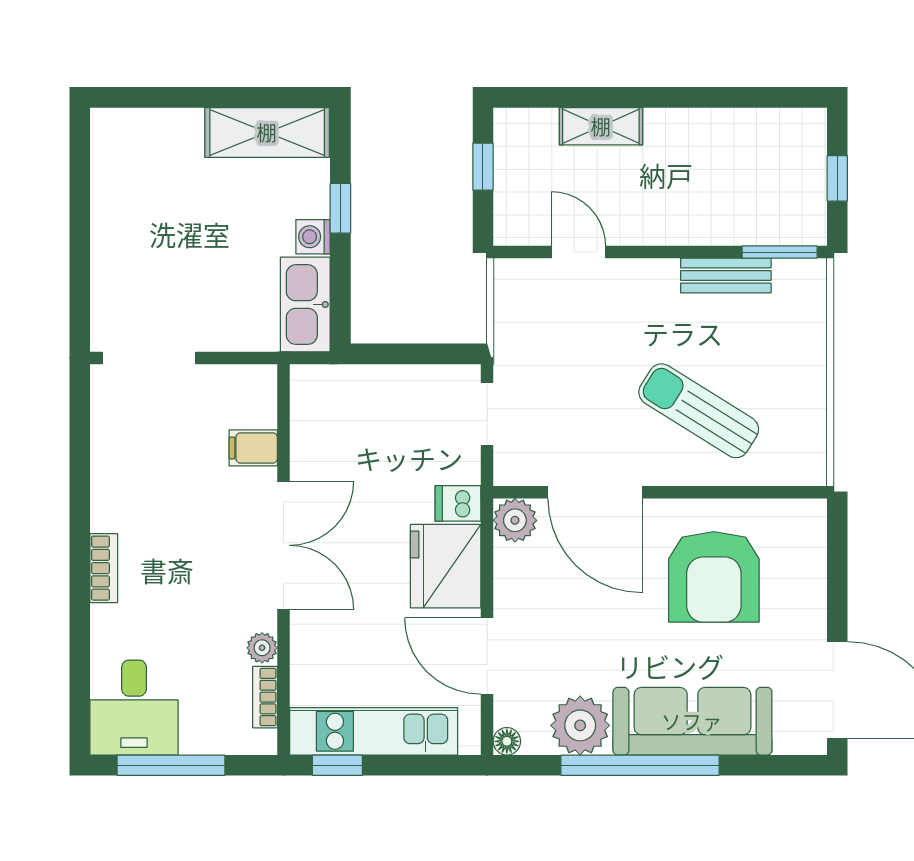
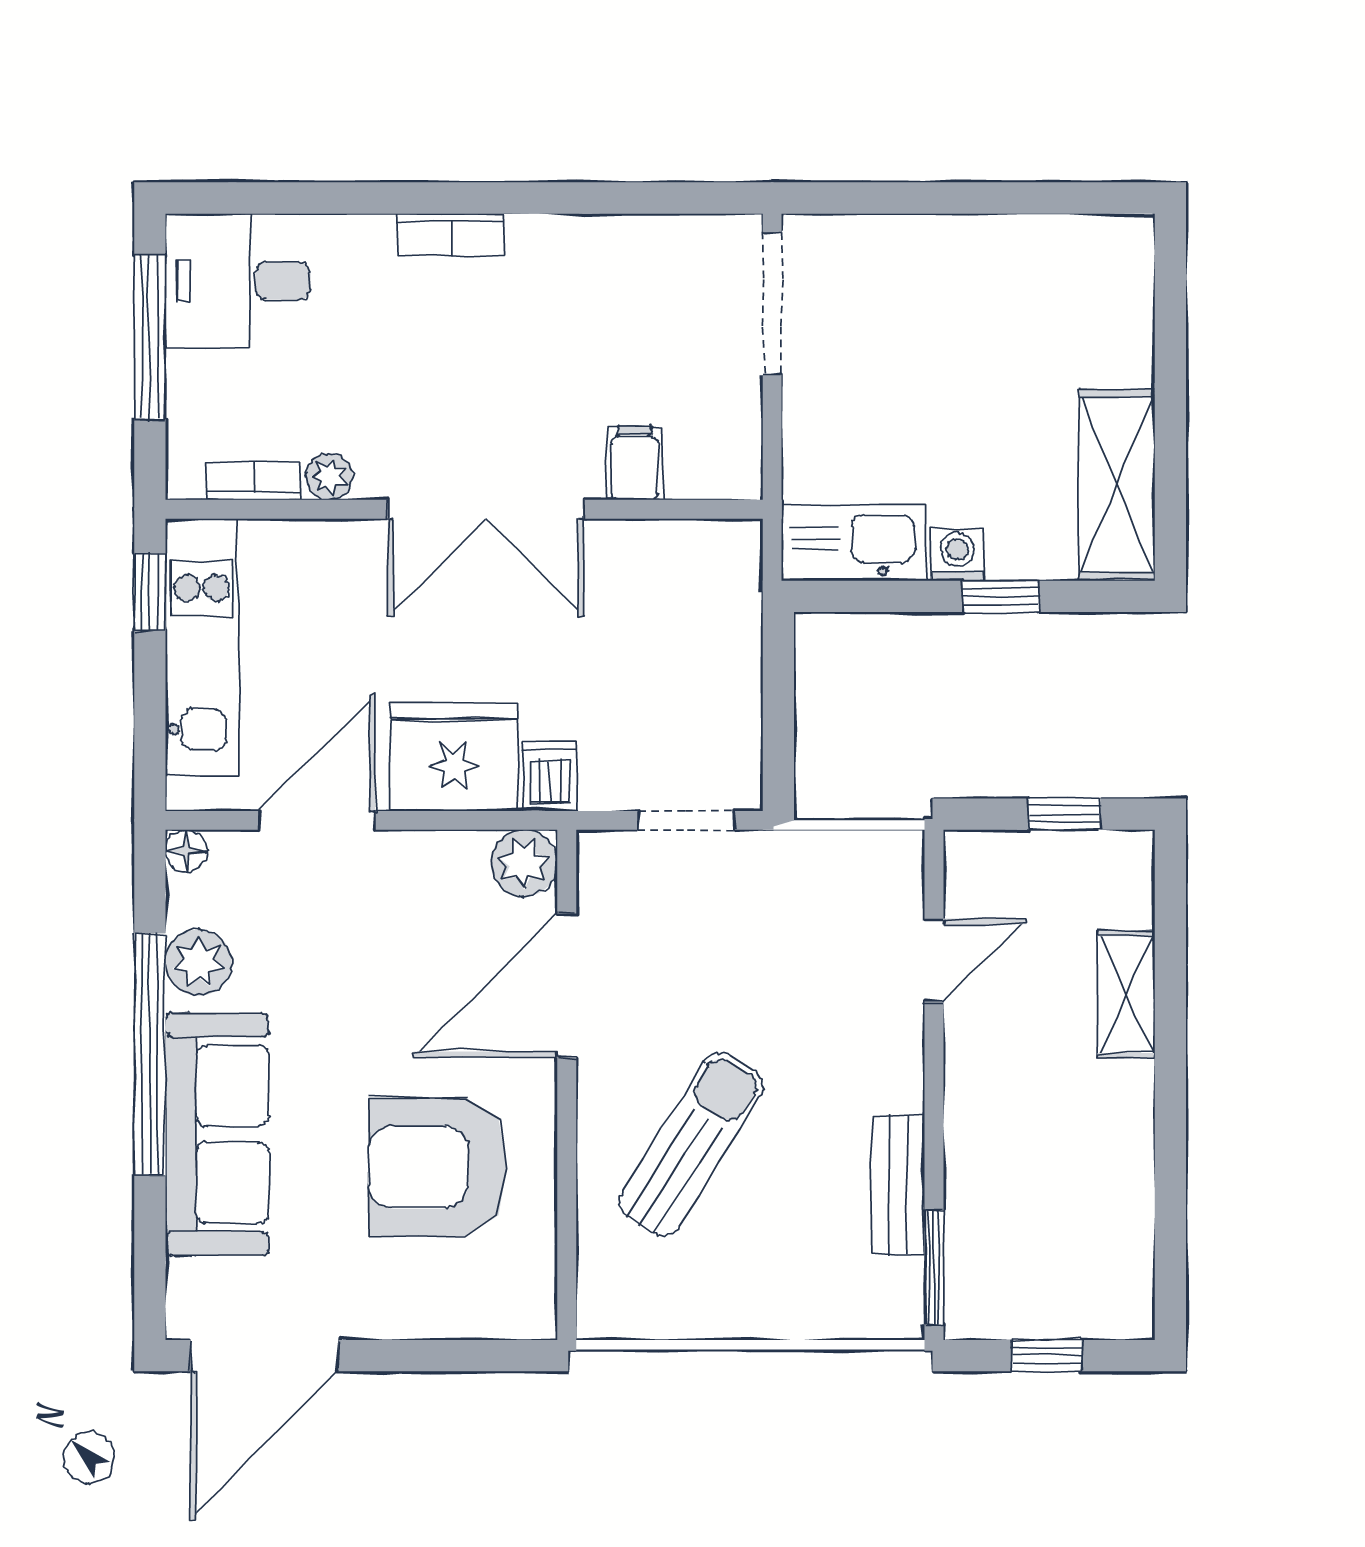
plant: (580, 725) -> (199, 963), width x0.73, depth x0.73

